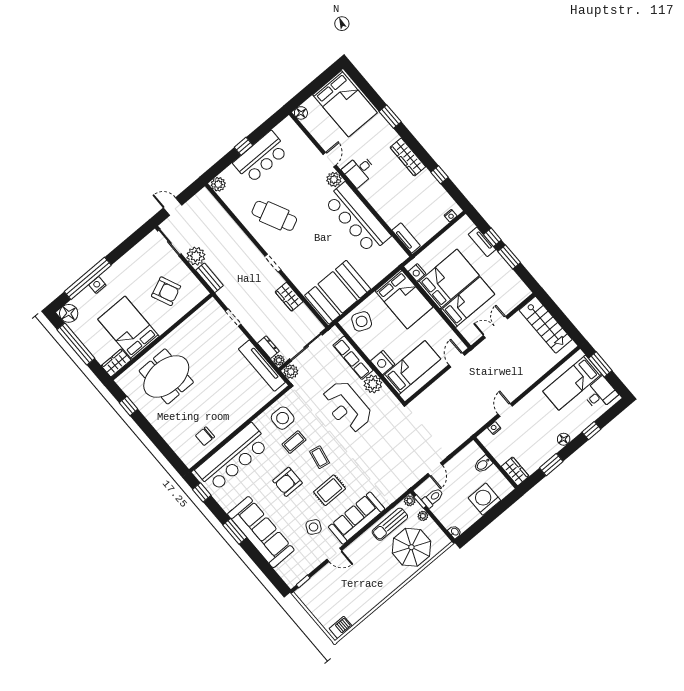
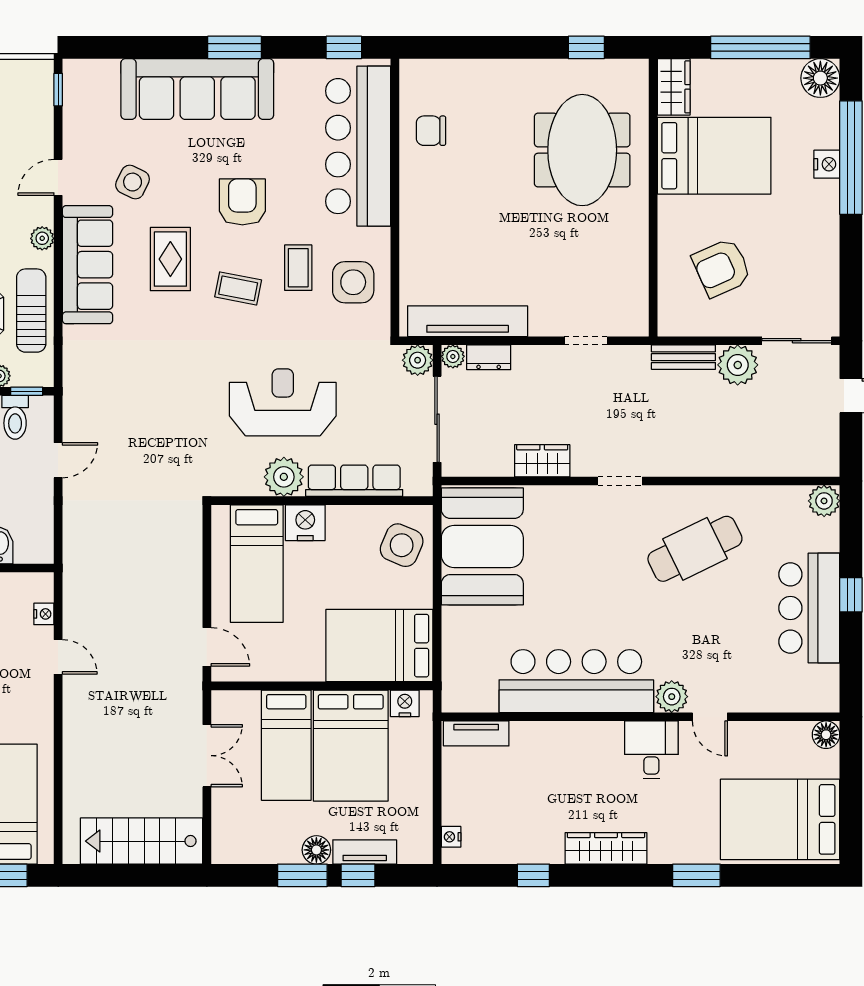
floor lamp: (496, 260) -> (316, 850), added
chair: (205, 436) -> (431, 131), turned -90
door: (435, 469) -> (58, 460), swing flipped
plant: (410, 501) -> (42, 238), moved

